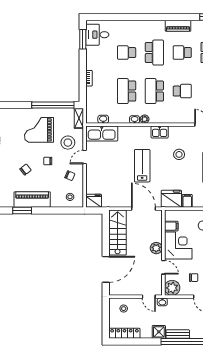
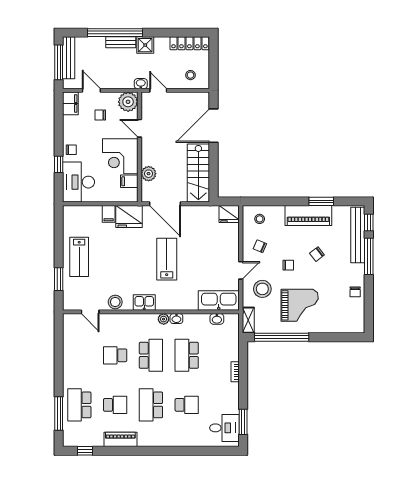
school desk: (127, 91) -> (187, 355), turned 180
stool: (179, 154) -> (115, 302), moved
lab bench: (142, 166) -> (167, 259), turned 180
plant: (156, 248) -> (149, 174), moved

